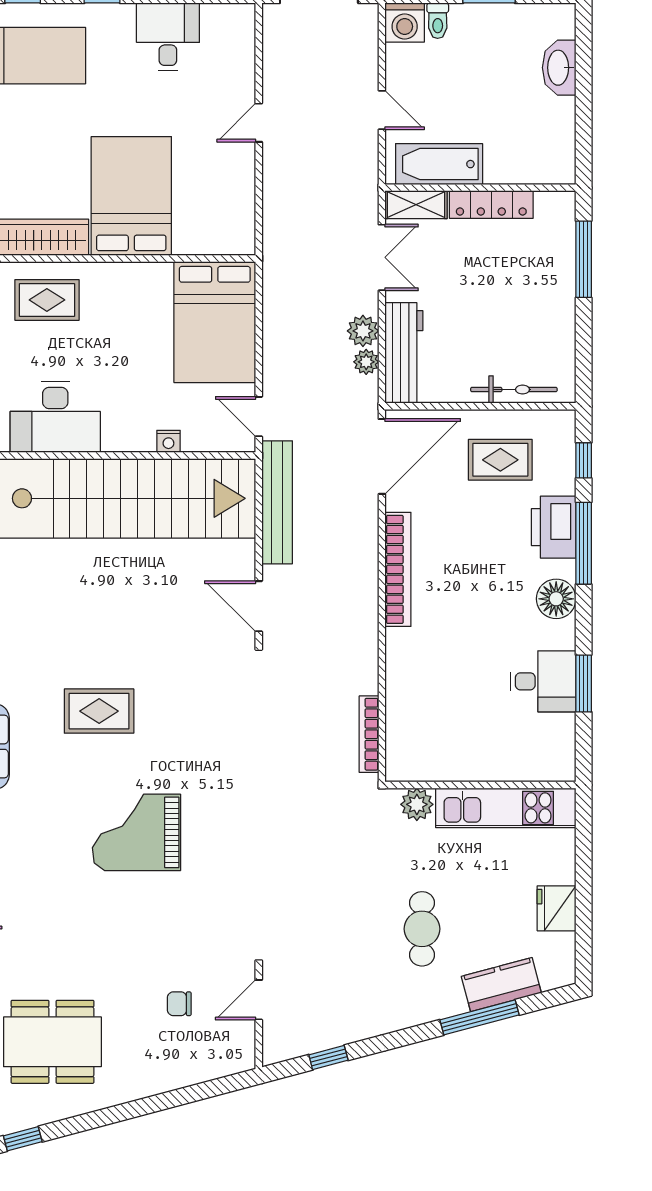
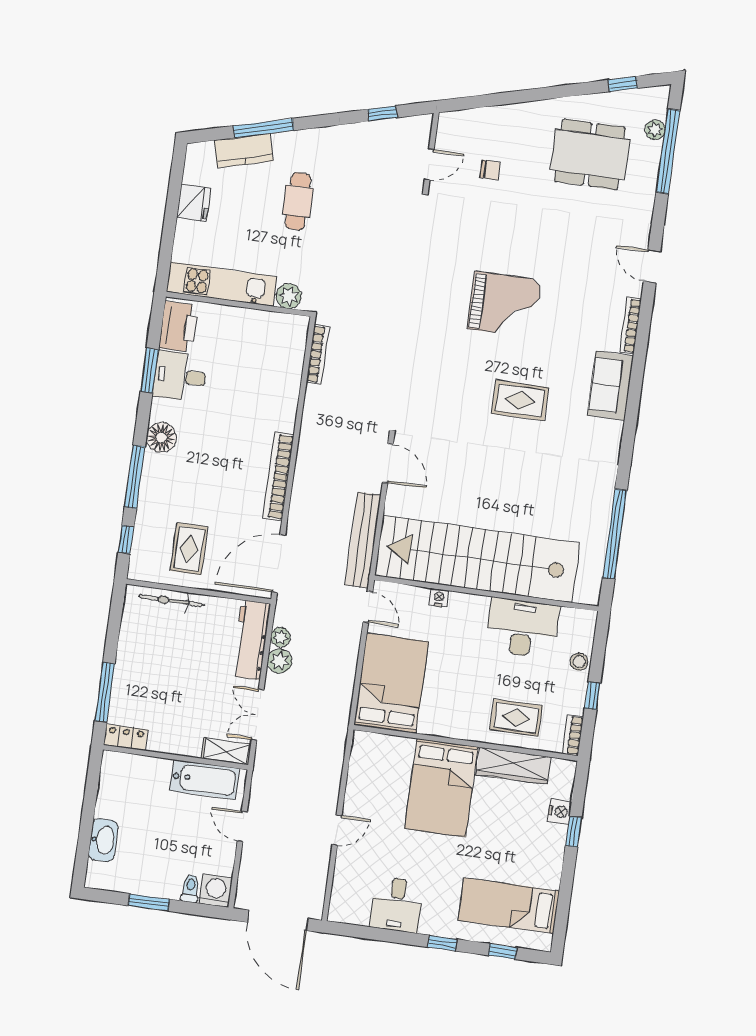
locker: (491, 205) -> (126, 737), moved, width x0.66
rug: (500, 460) -> (189, 549), turned 90
printer: (554, 527) -> (179, 327), moved

